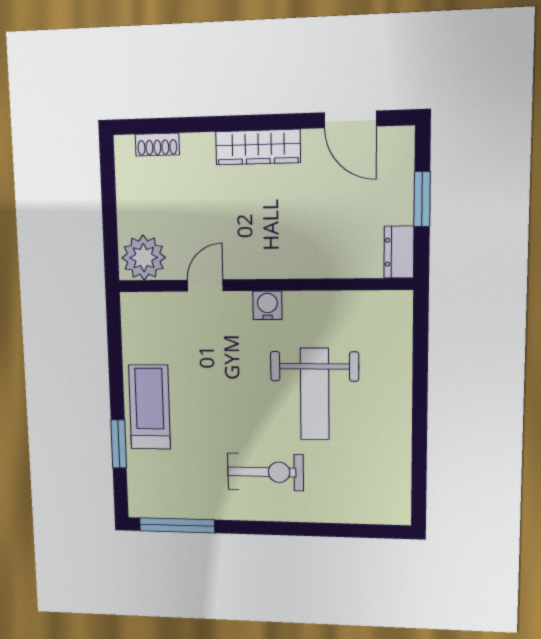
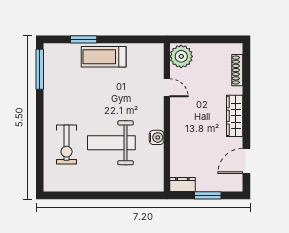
shoe rack: (157, 144) -> (237, 70), width x1.43
water cooler: (267, 305) -> (157, 137), moved
treadmill: (150, 407) -> (104, 57), turned 180
exercise bike: (266, 472) -> (67, 145), moved

